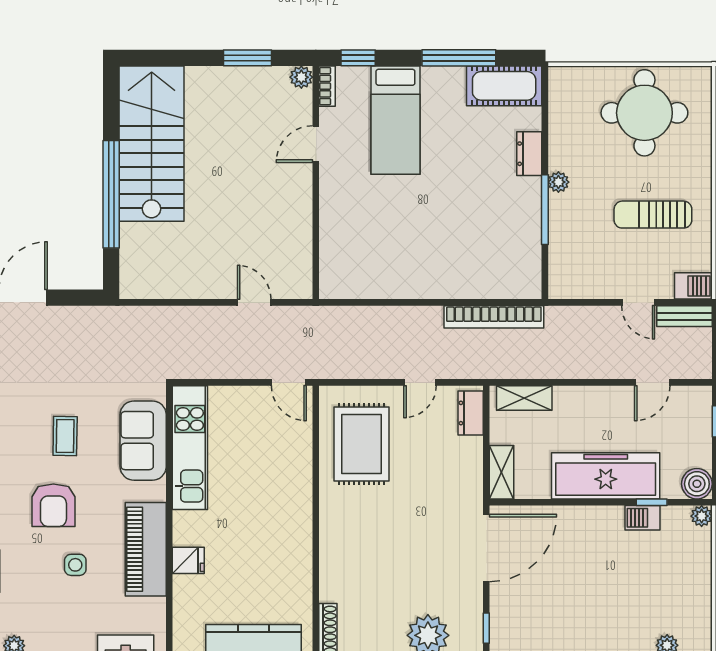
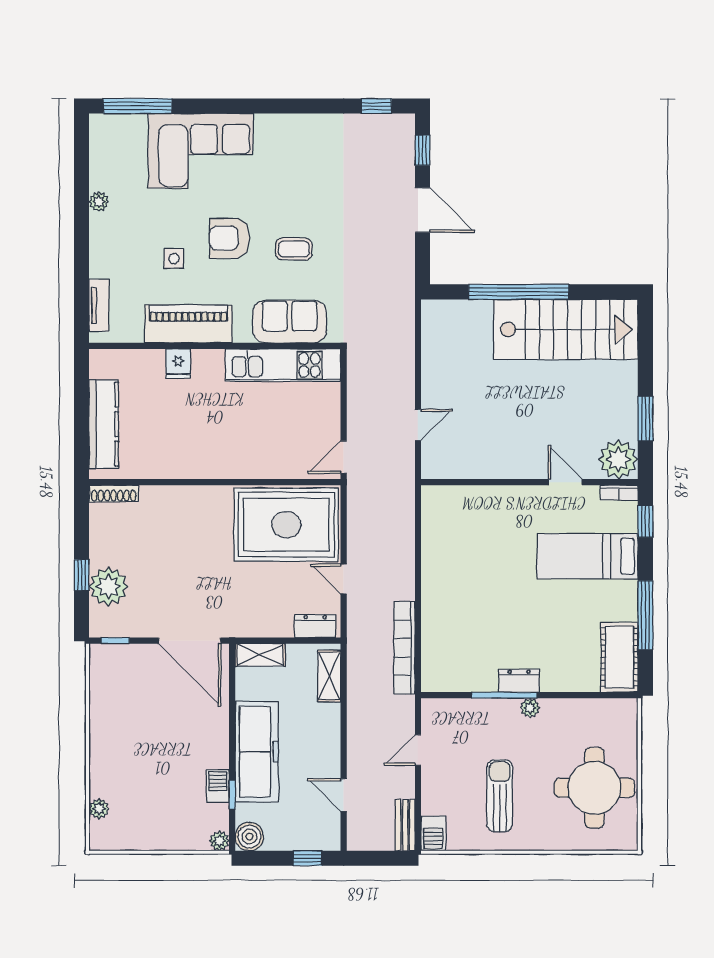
plant: (301, 77) -> (618, 459), width x1.87, depth x1.87
dresser: (529, 154) -> (519, 681), moved
door: (638, 302) -> (418, 750), moved
rug: (362, 444) -> (286, 525), width x1.37, depth x1.44

